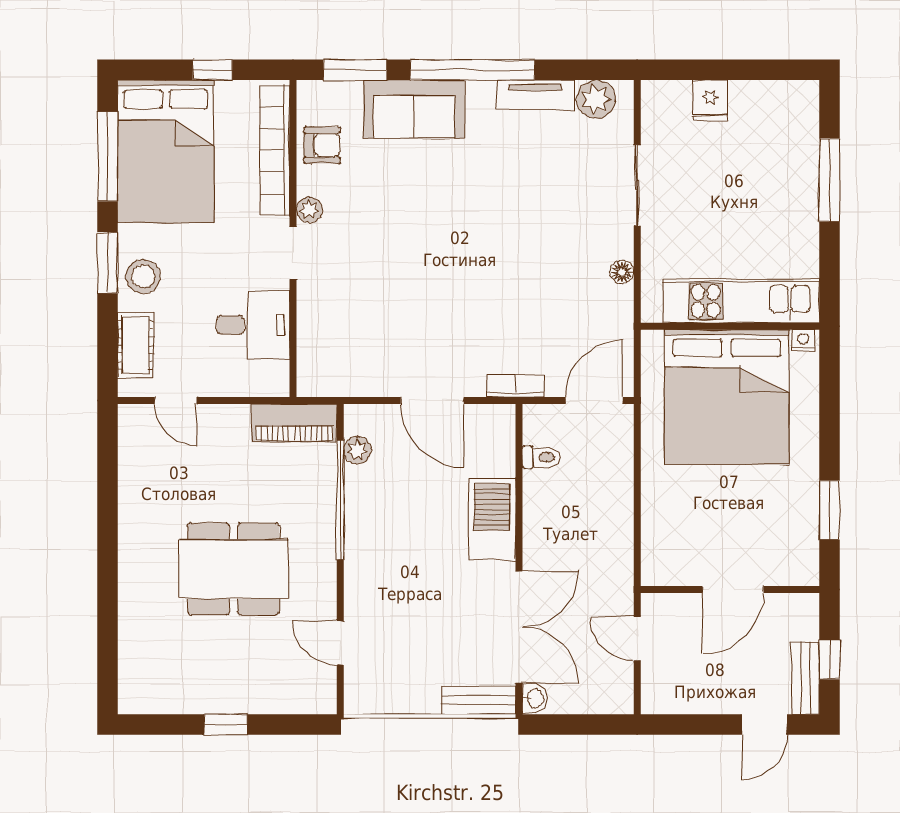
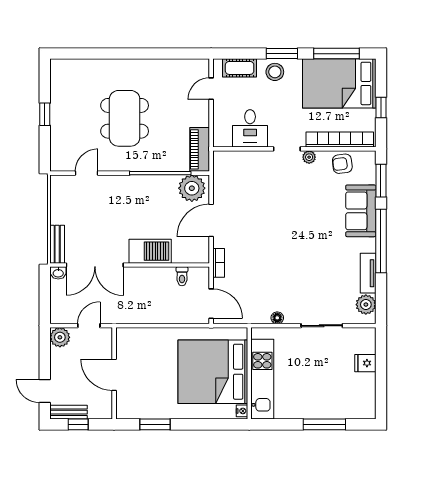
armchair: (322, 145) -> (342, 164), turned 83
plant: (357, 450) -> (192, 188), width x1.88, depth x1.88
plant: (660, 695) -> (60, 337), added

